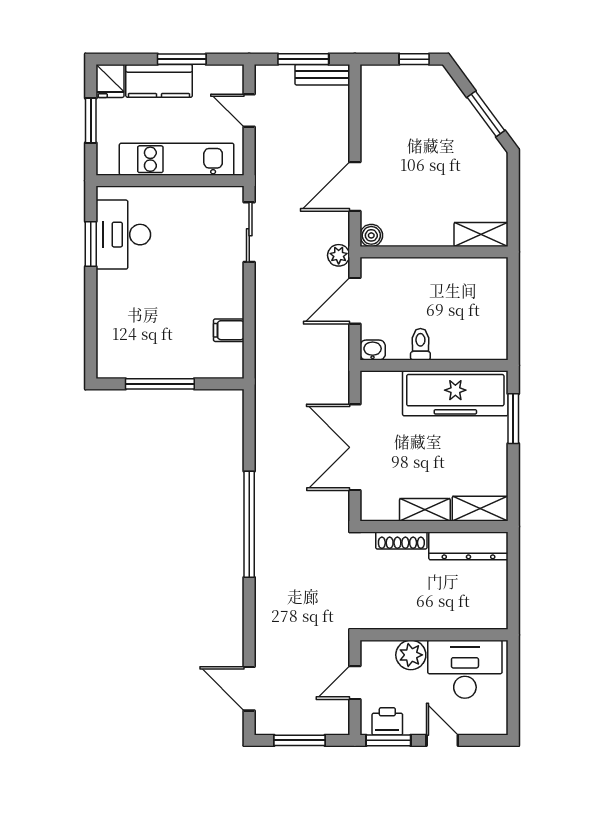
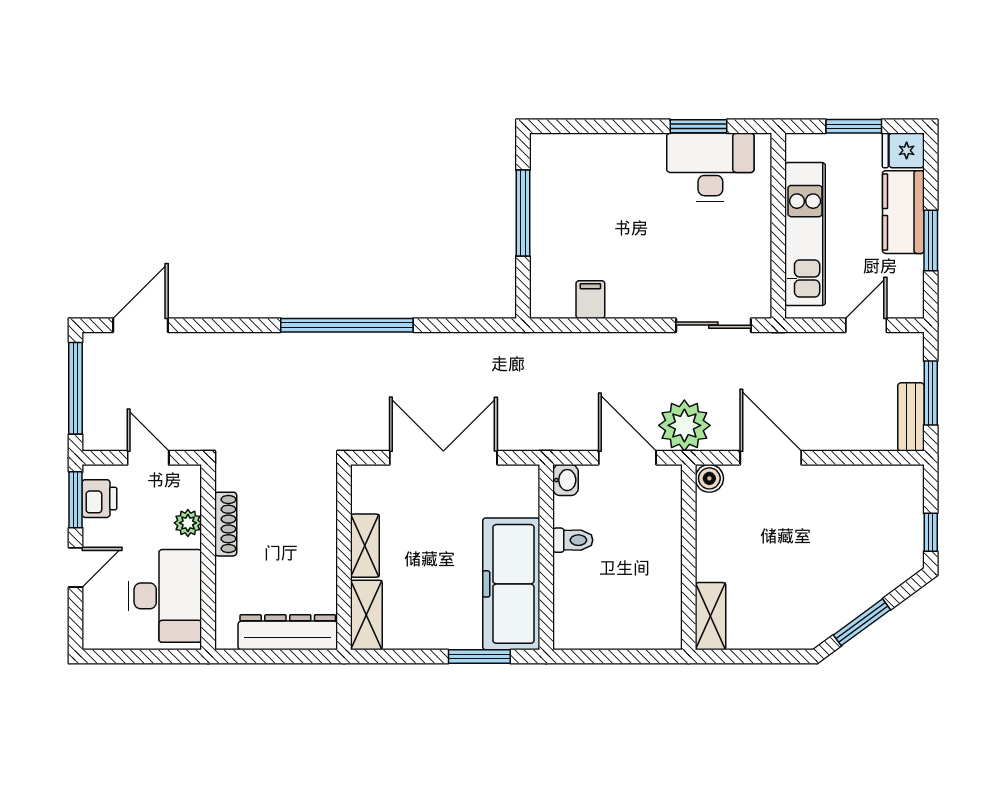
plant: (339, 255) -> (684, 425), width x1.88, depth x1.88
shoe rack: (401, 540) -> (226, 524), moved, turned 180
dresser: (468, 546) -> (288, 632), moved, turned 90
plant: (411, 655) -> (188, 523), width x0.73, depth x0.73
window: (299, 740) -> (76, 388), width x1.44

